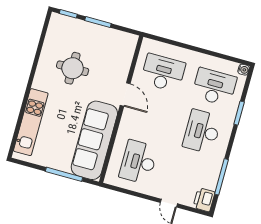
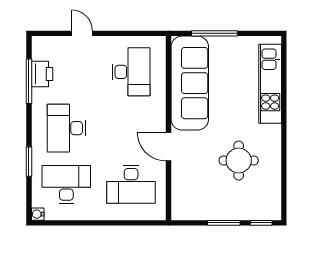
desk: (214, 87) -> (66, 184), turned 180
desk: (202, 132) -> (66, 128), turned 180
printer: (204, 200) -> (42, 74), moved

